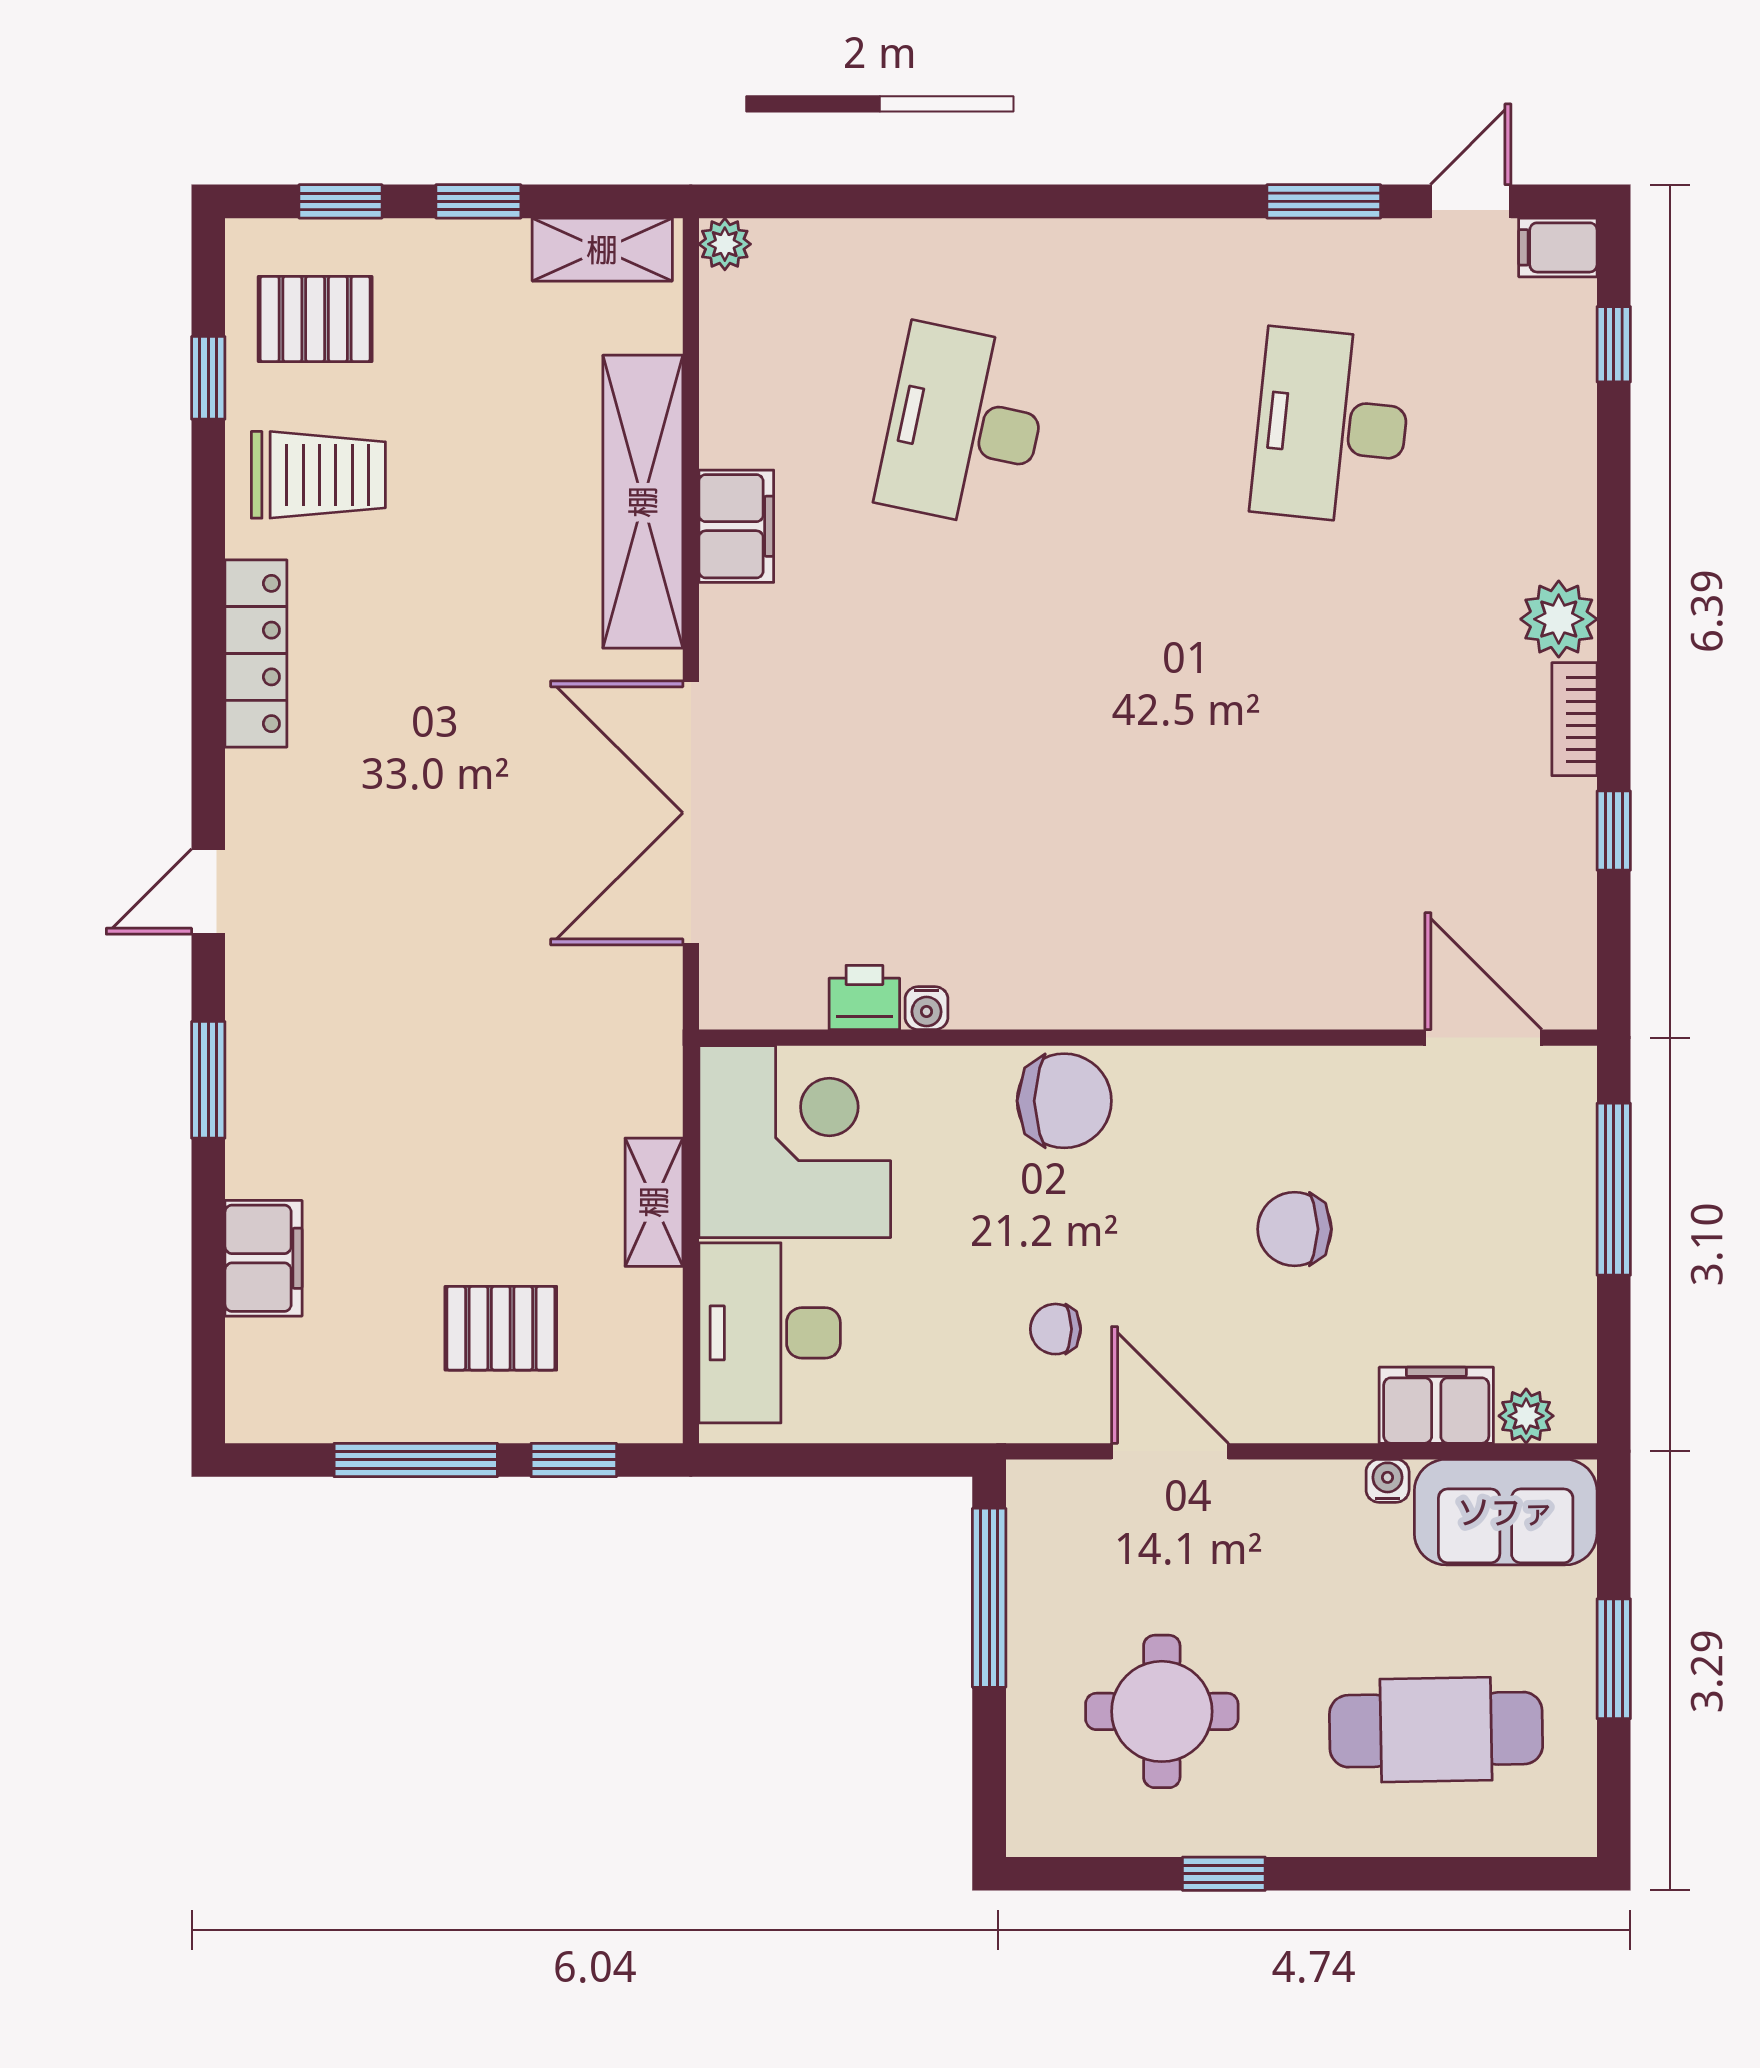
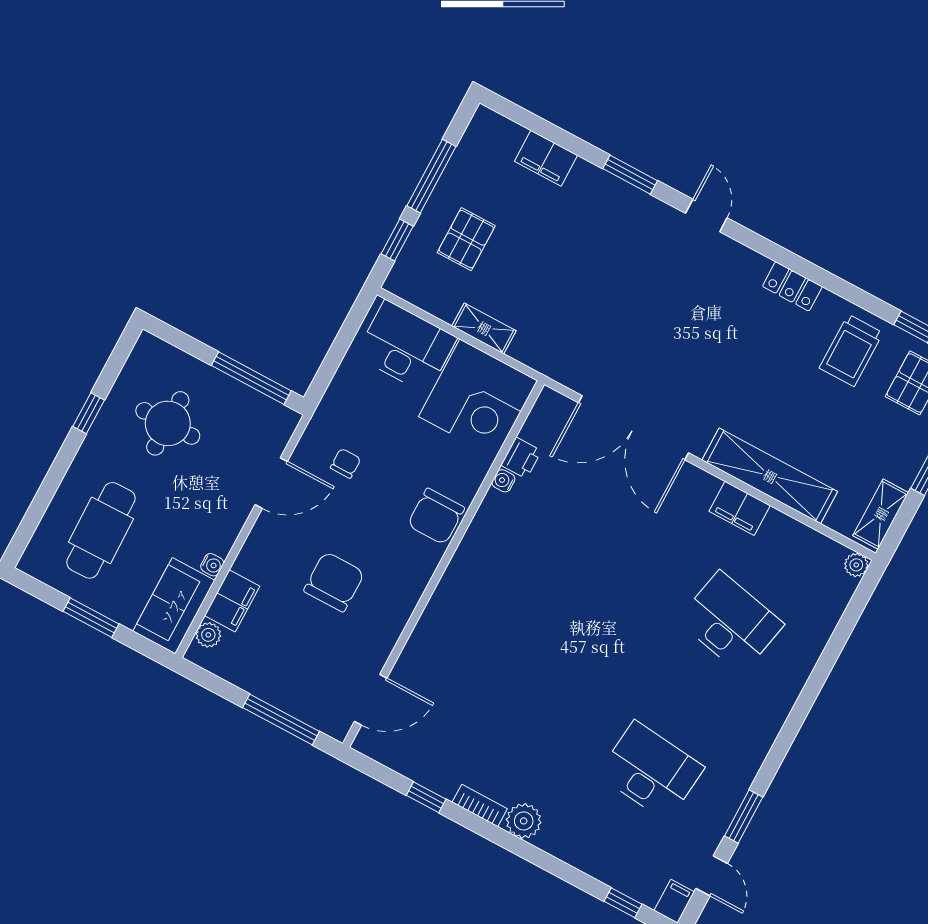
locker: (256, 653) -> (792, 286), width x0.66
double door: (691, 813) -> (634, 428), swing flipped
chair: (1295, 1229) -> (334, 582), width x1.37, depth x1.37

